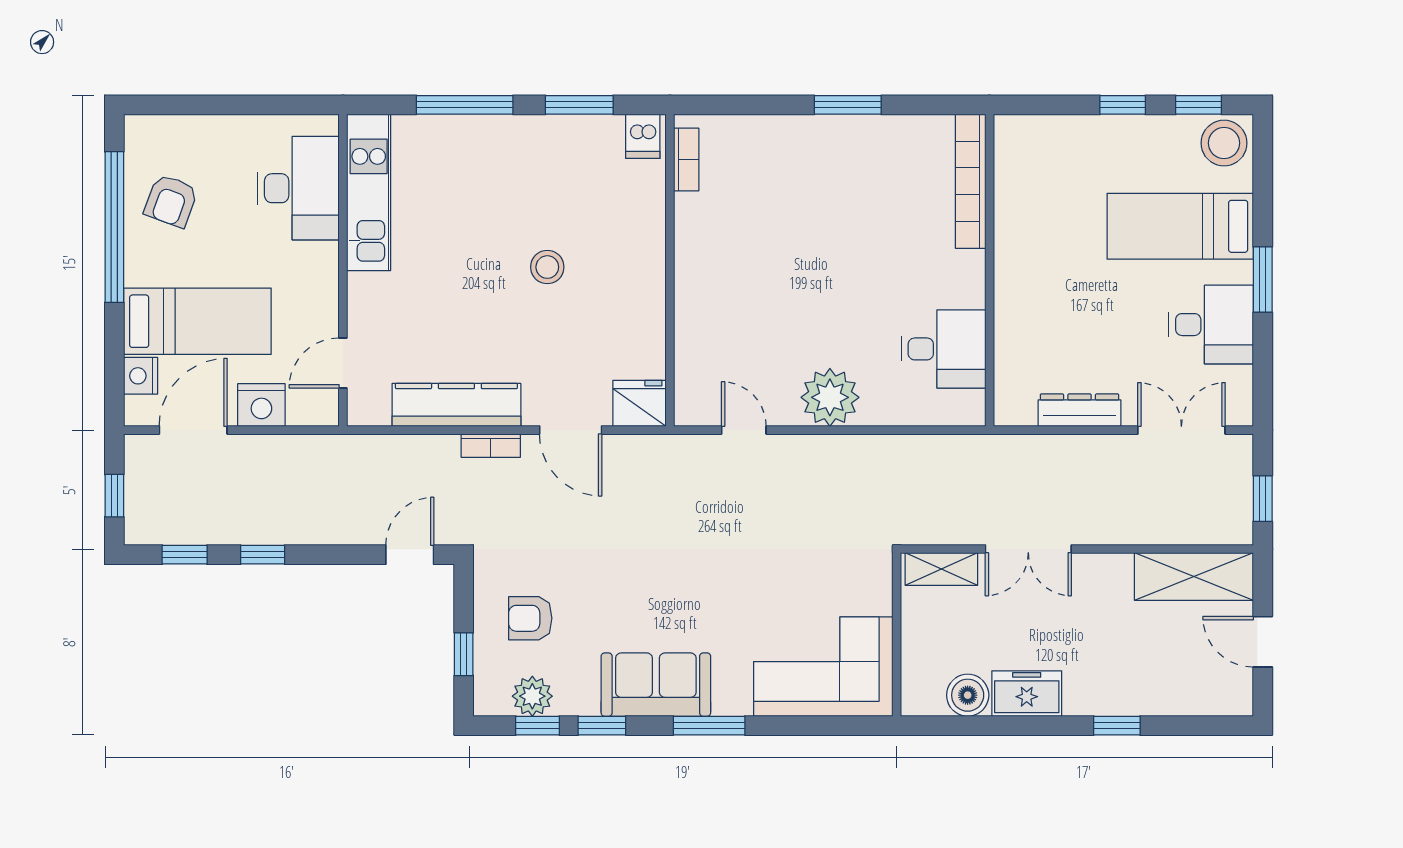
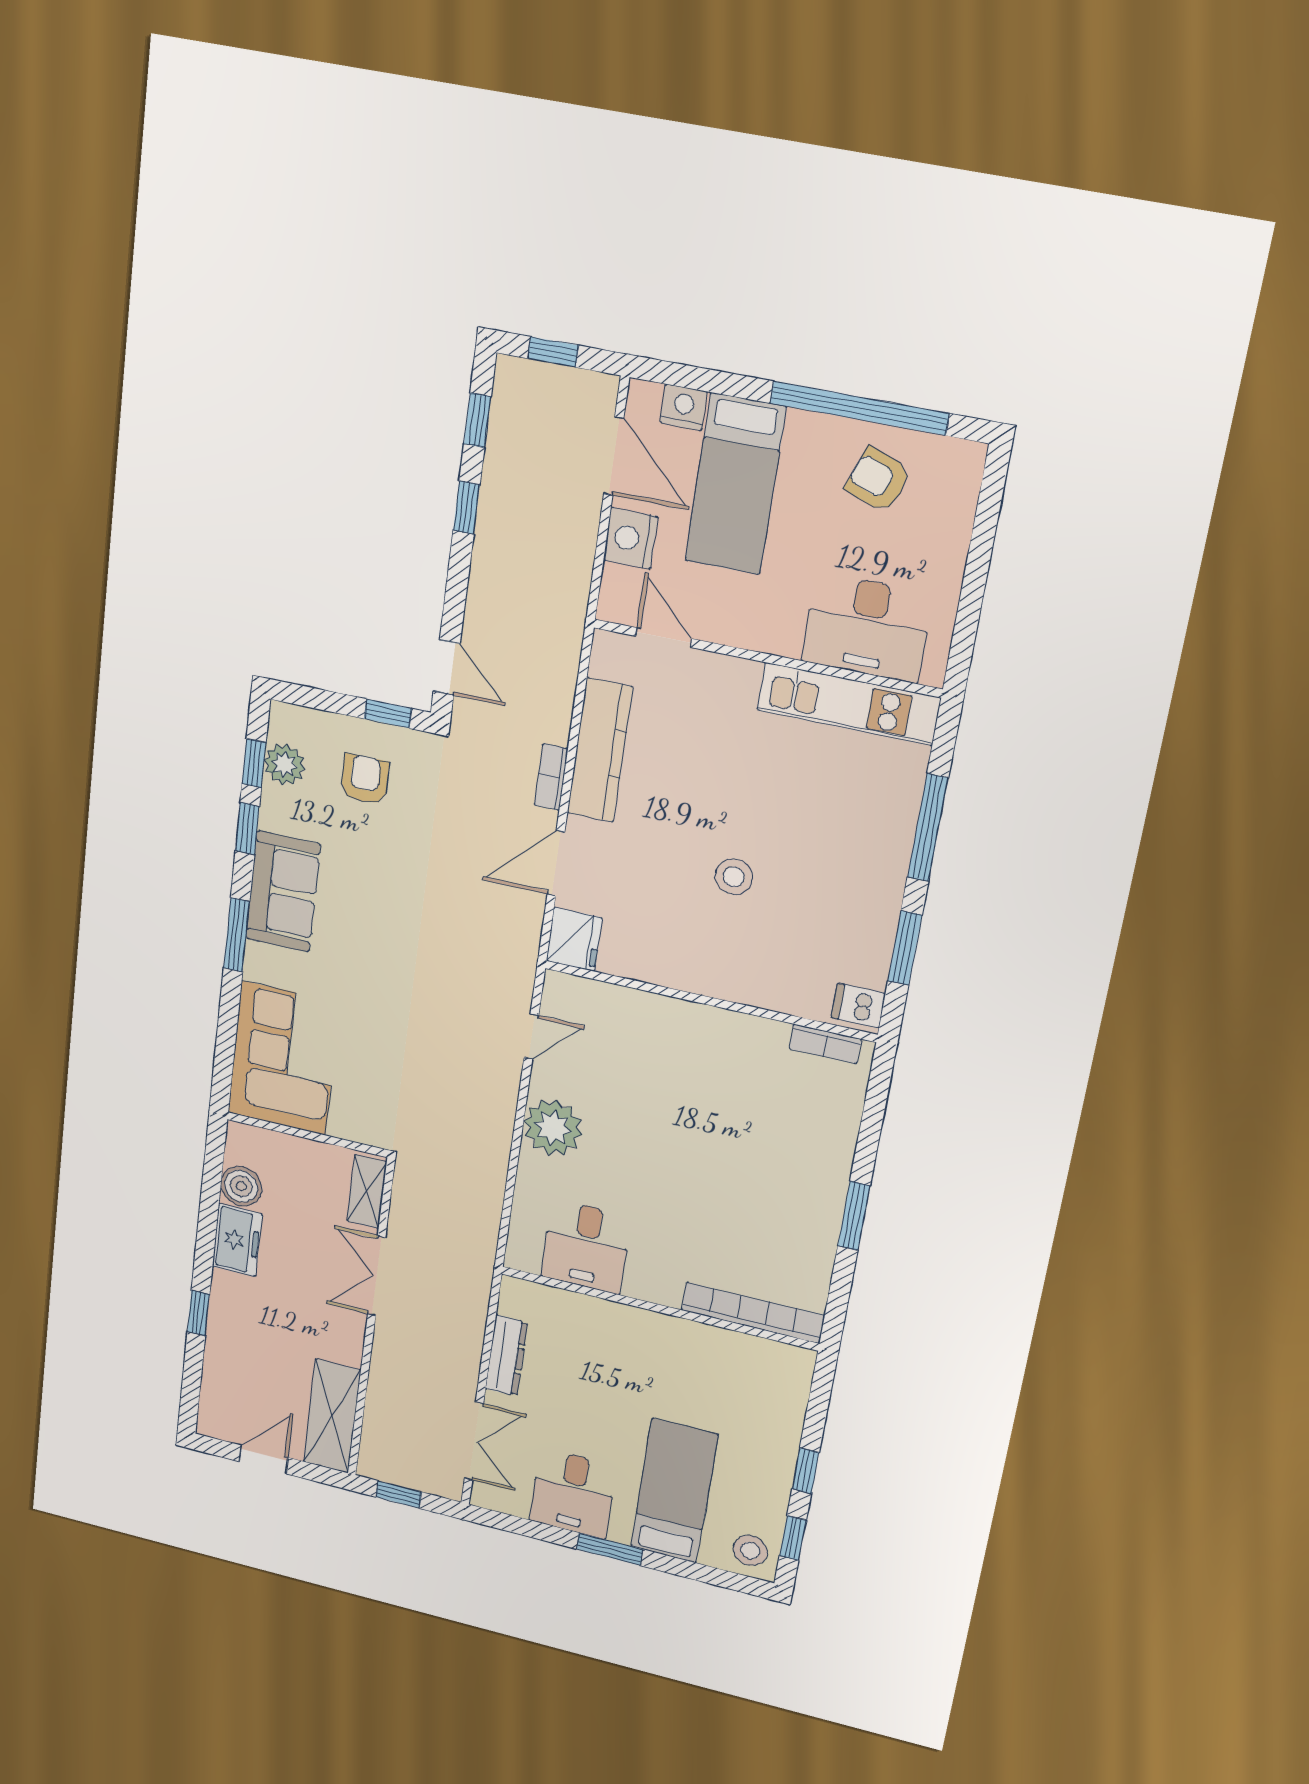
stool: (1224, 143) -> (750, 1550), width x0.73, depth x0.73
window: (464, 654) -> (388, 714), moved

